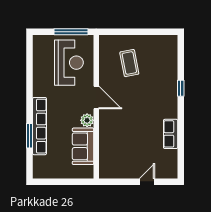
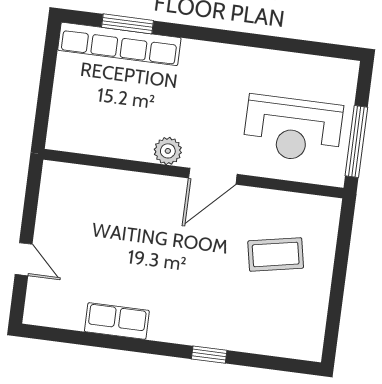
row of seats: (40, 126) -> (119, 44), moved
window: (30, 136) -> (128, 24), moved
sofa: (83, 146) -> (115, 136), removed

